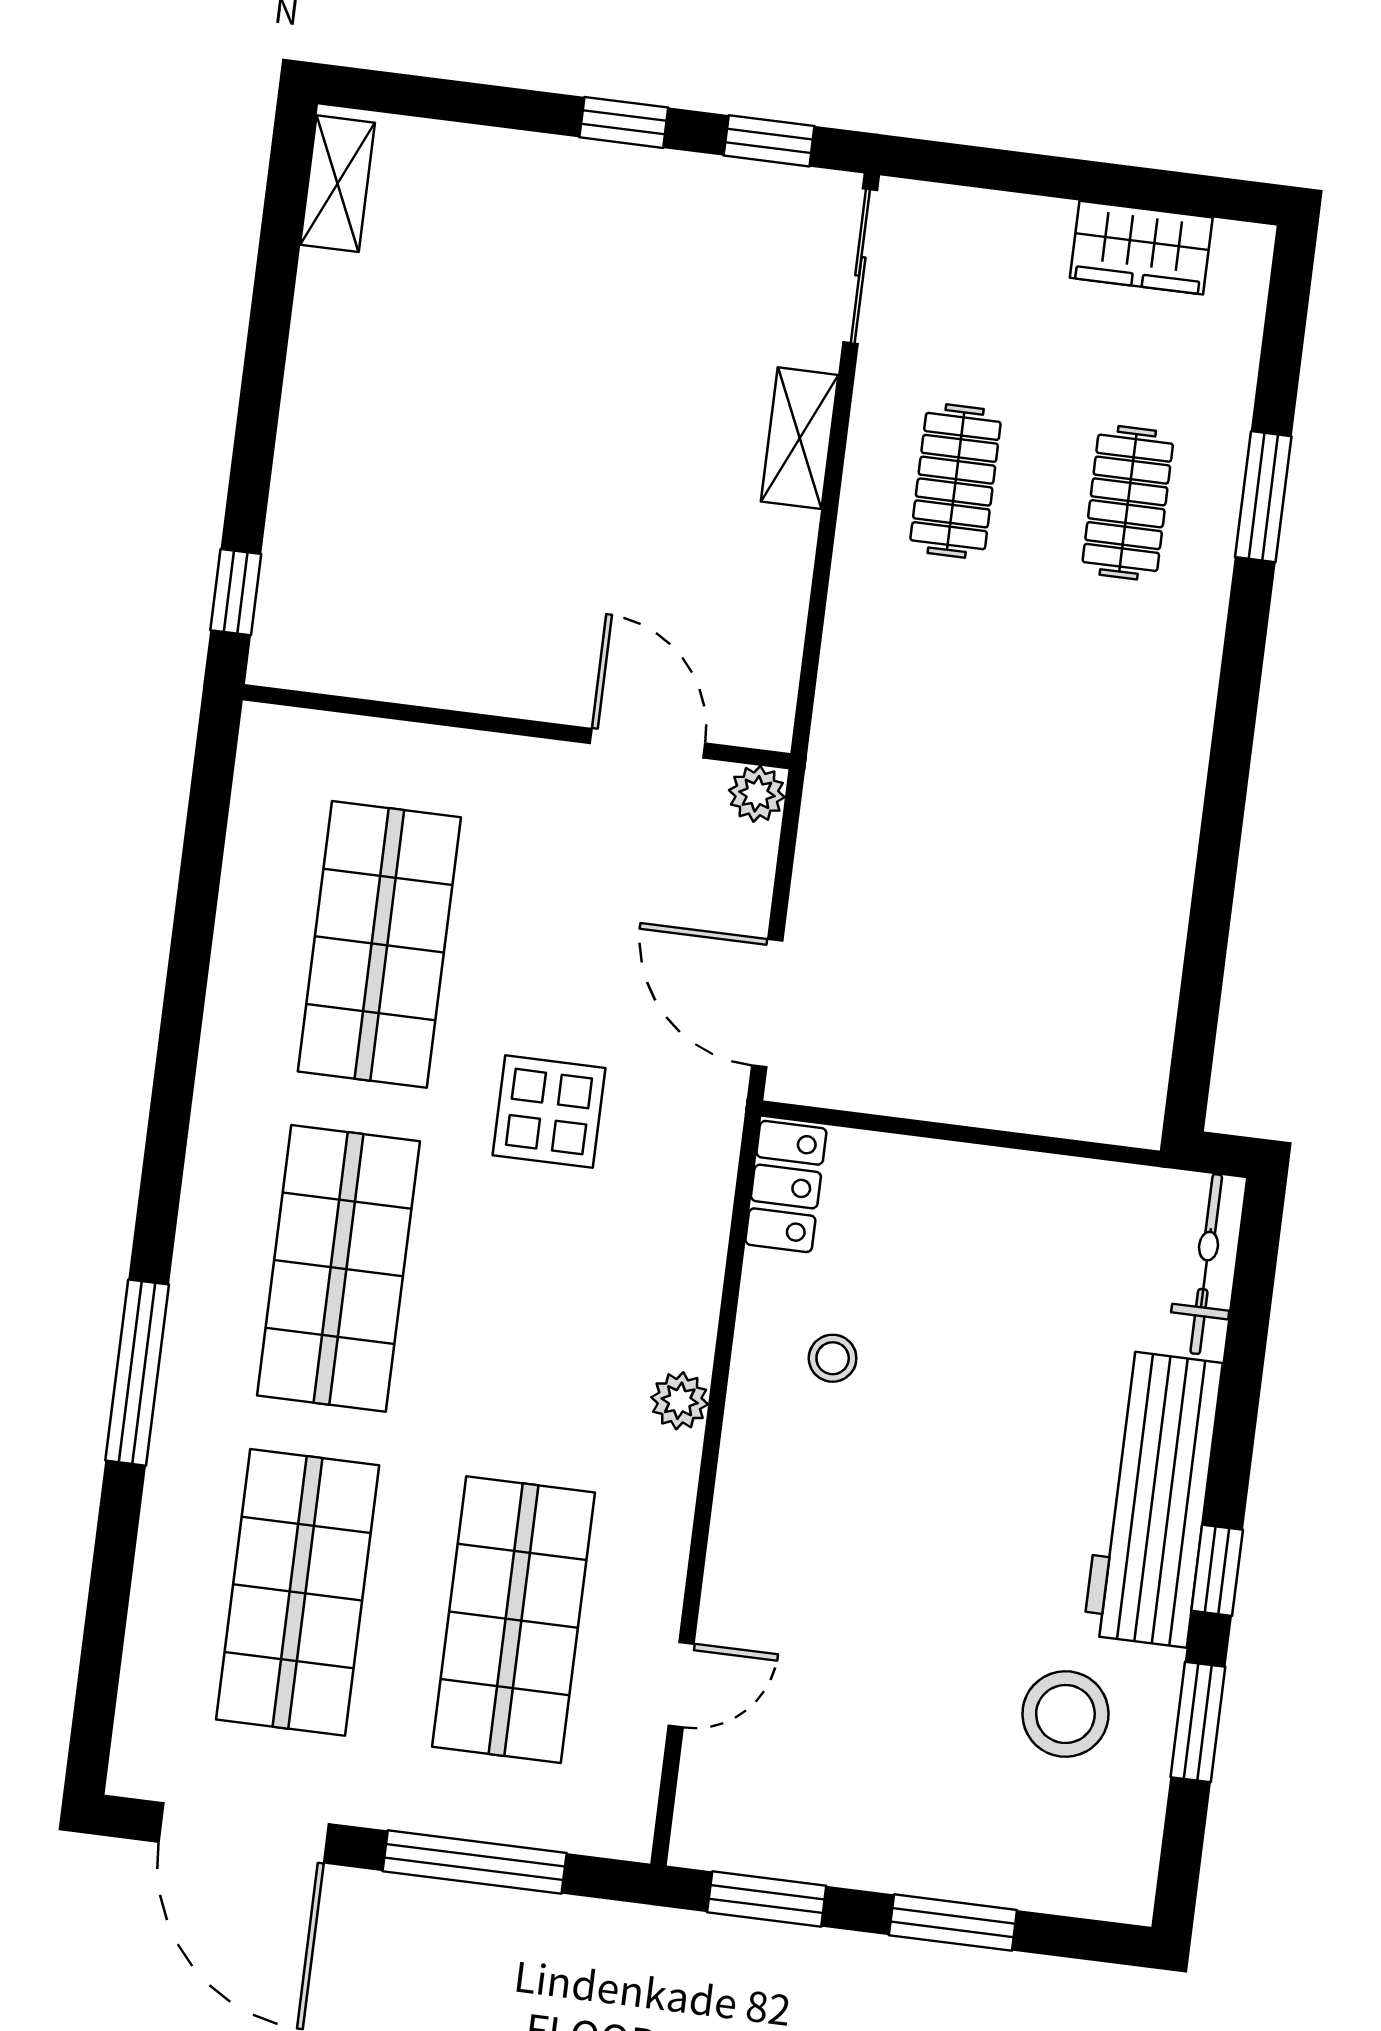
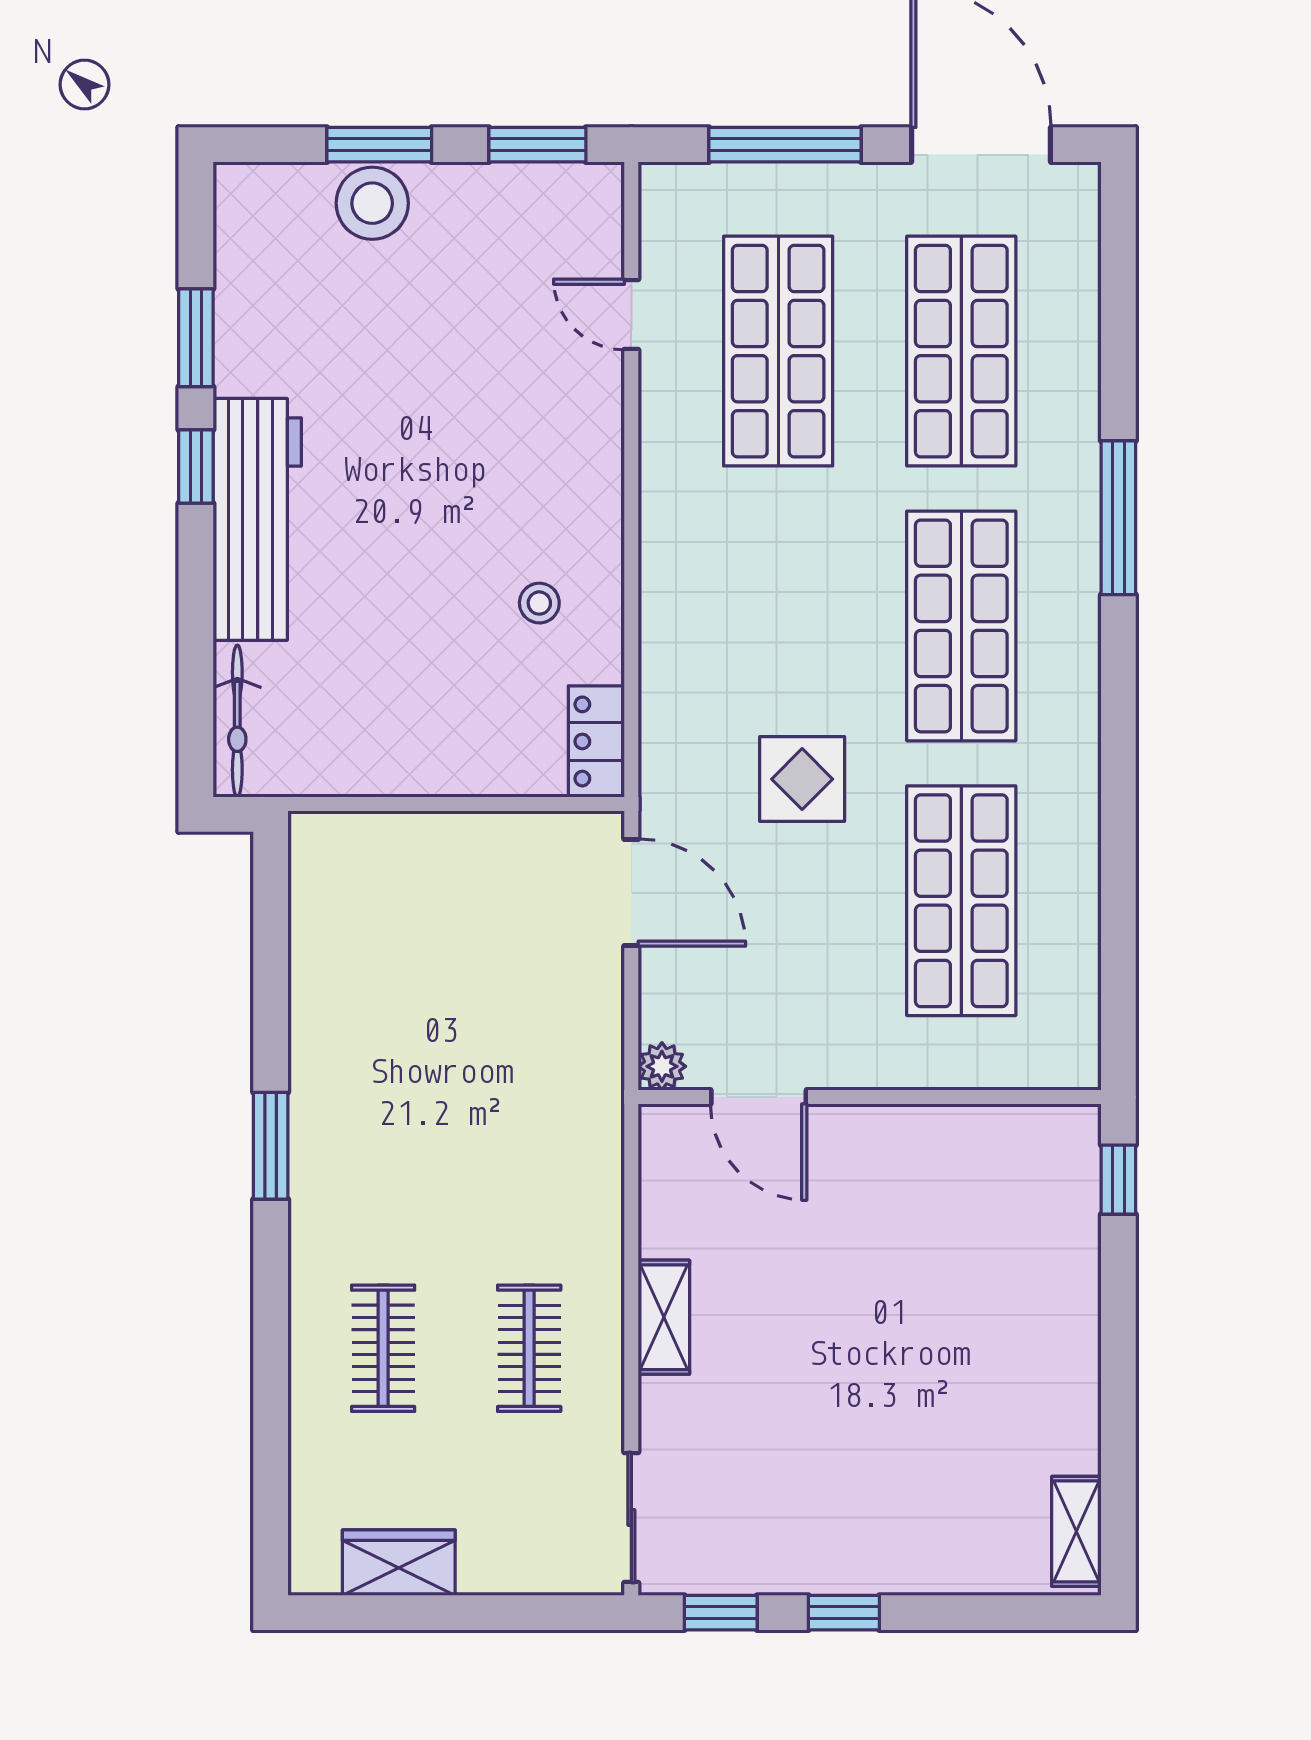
shelving: (800, 438) -> (664, 1317), moved
window: (1263, 497) -> (271, 1146), moved
plant: (680, 1401) -> (662, 551), removed
door: (681, 1685) -> (631, 315), hinge flipped
stool: (1065, 1714) -> (372, 203), moved

